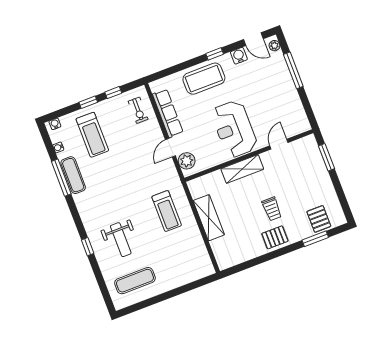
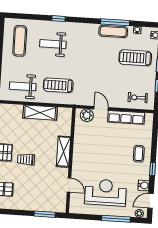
coffee table: (204, 79) -> (139, 154), width x0.54, depth x0.58
reception desk: (234, 129) -> (106, 192), moved
weight bench: (187, 252) -> (23, 86), added

